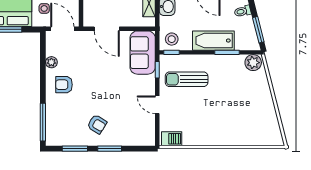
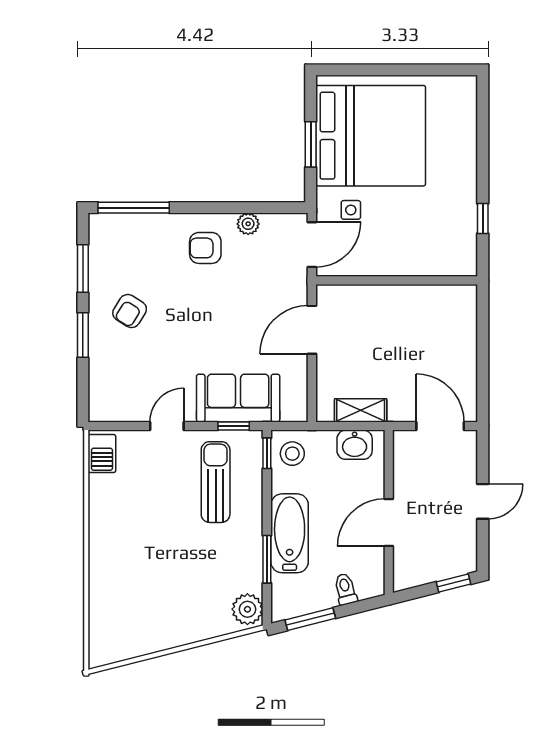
sofa: (143, 53) -> (238, 398), moved
armchair: (64, 85) -> (205, 248), turned -90

